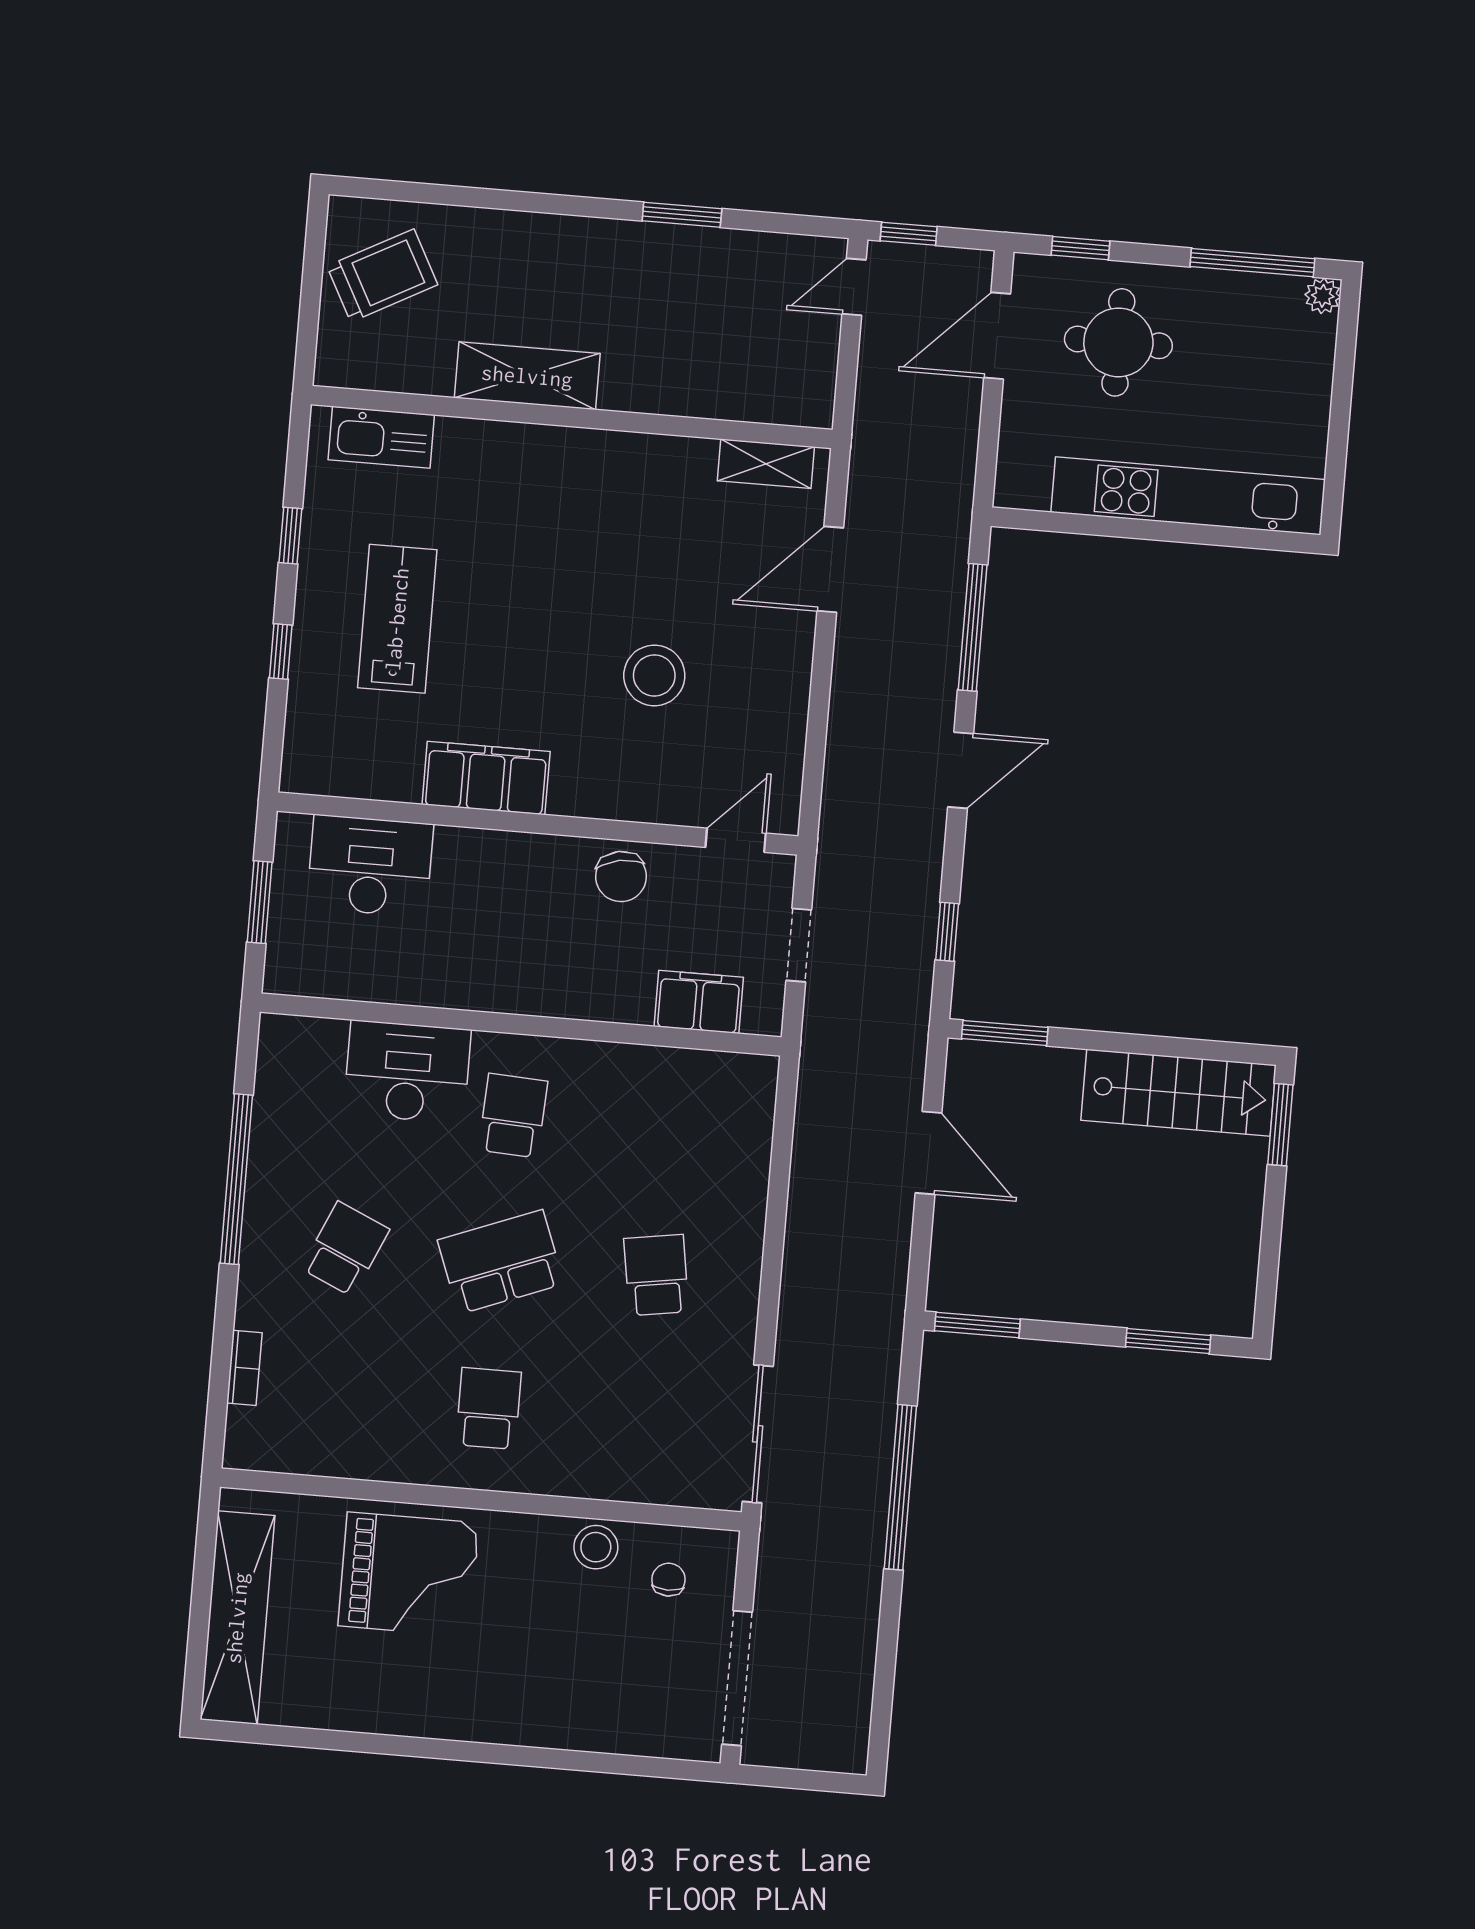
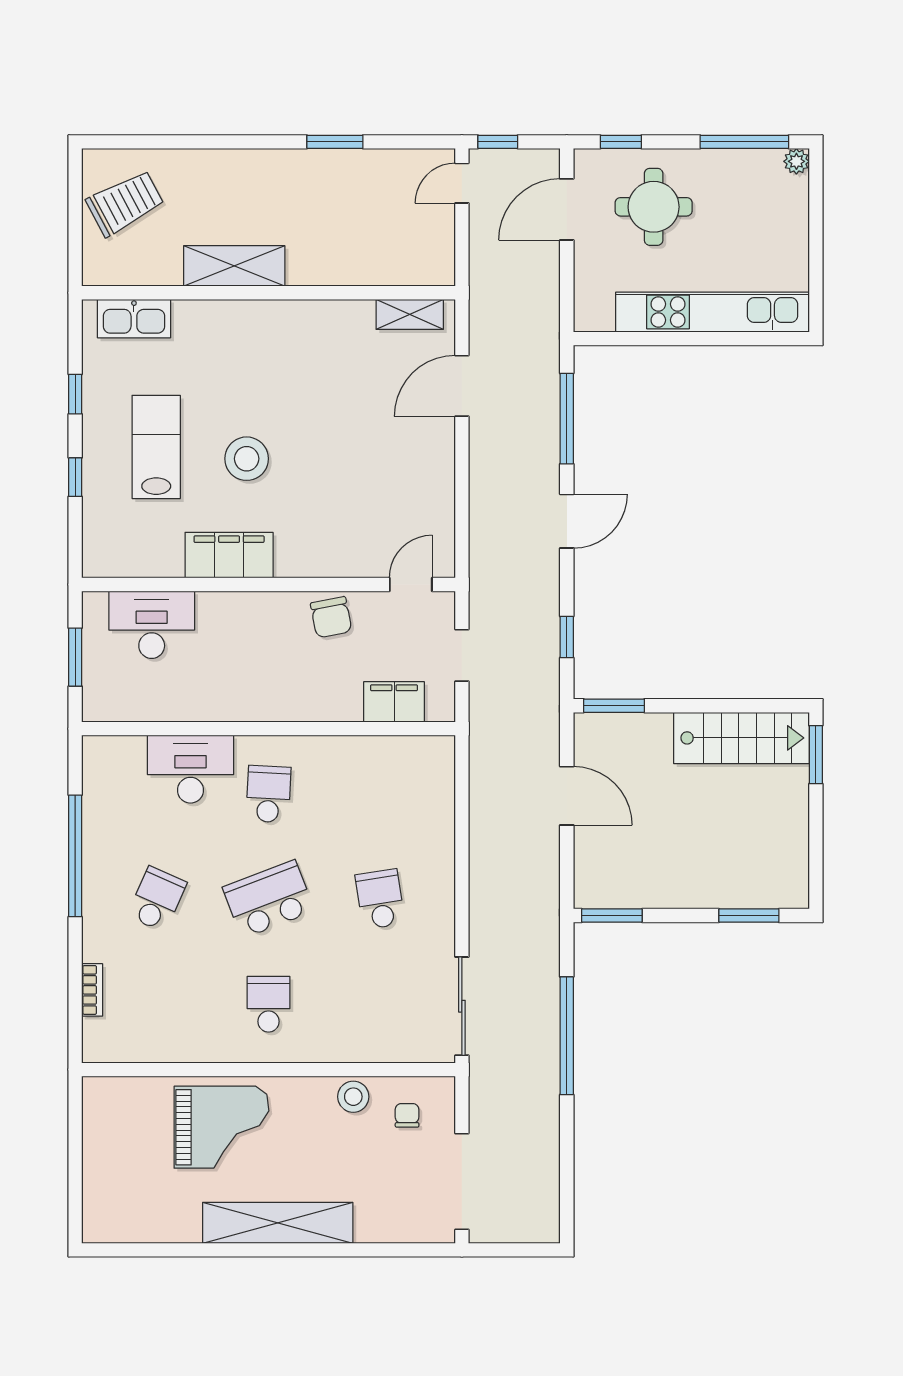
stool: (654, 675) -> (247, 459), moved
shelving: (237, 1618) -> (278, 1223), moved, turned 90

